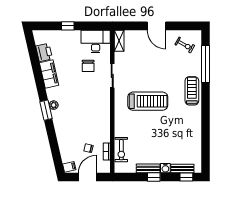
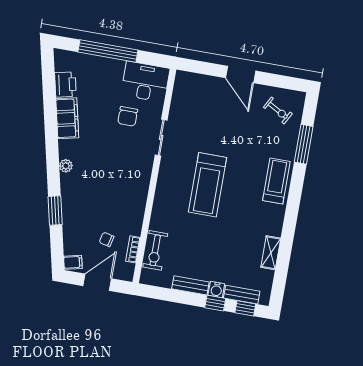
window: (68, 26) -> (108, 51), width x3.17
shelving: (119, 41) -> (271, 253), moved
window: (205, 64) -> (304, 144), width x0.68
treadmill: (148, 101) -> (208, 185), turned 90
window: (46, 110) -> (55, 211), moved
window: (154, 177) -> (215, 303), moved

